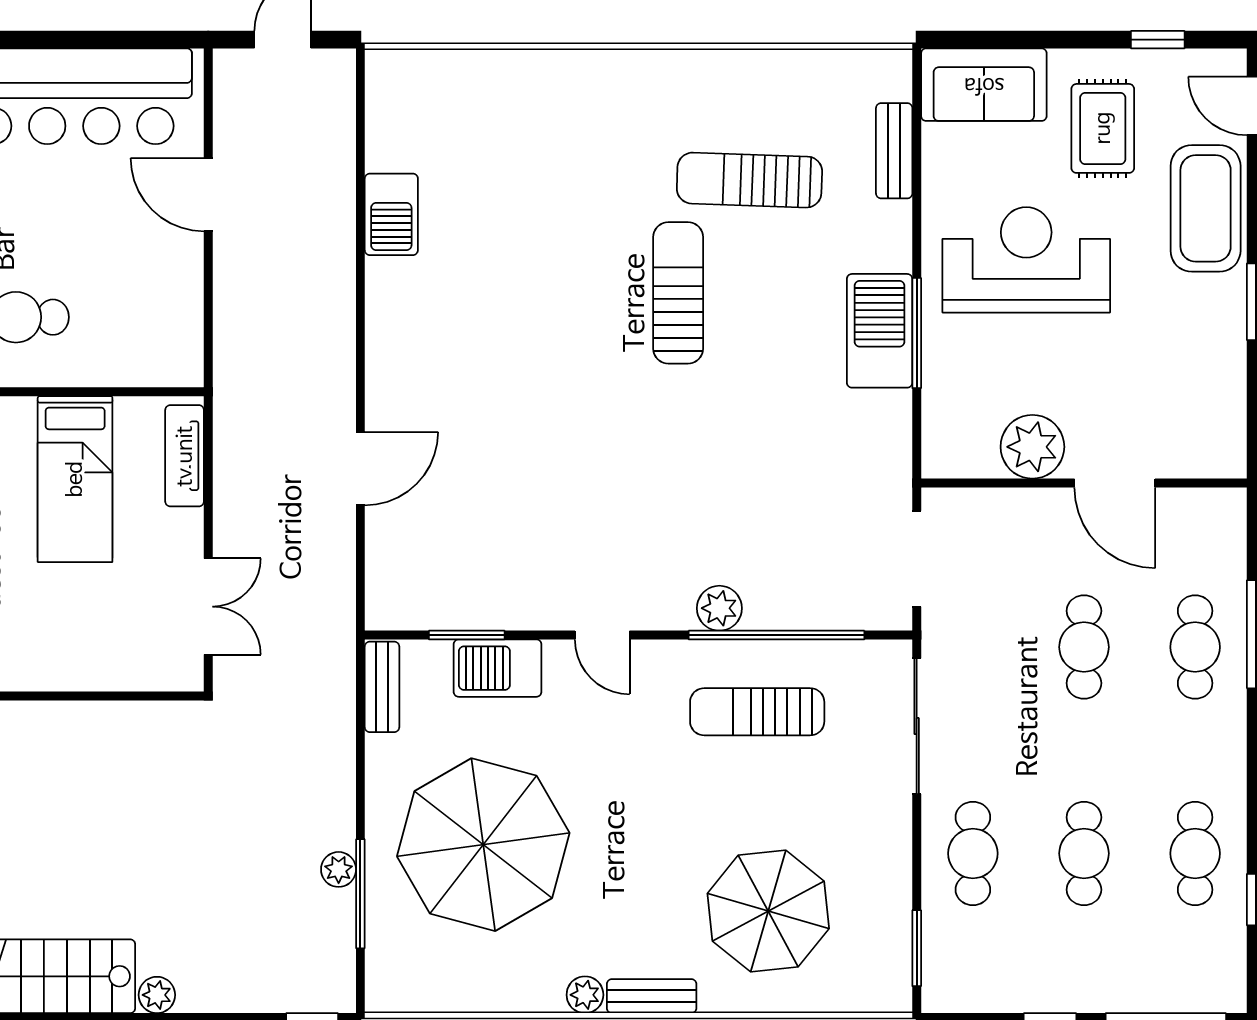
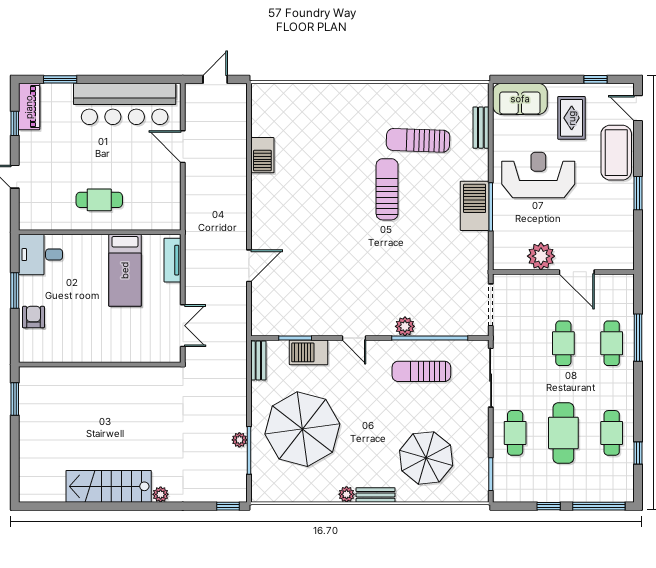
cafe table: (1084, 853) -> (563, 433), width x1.37, depth x1.35

